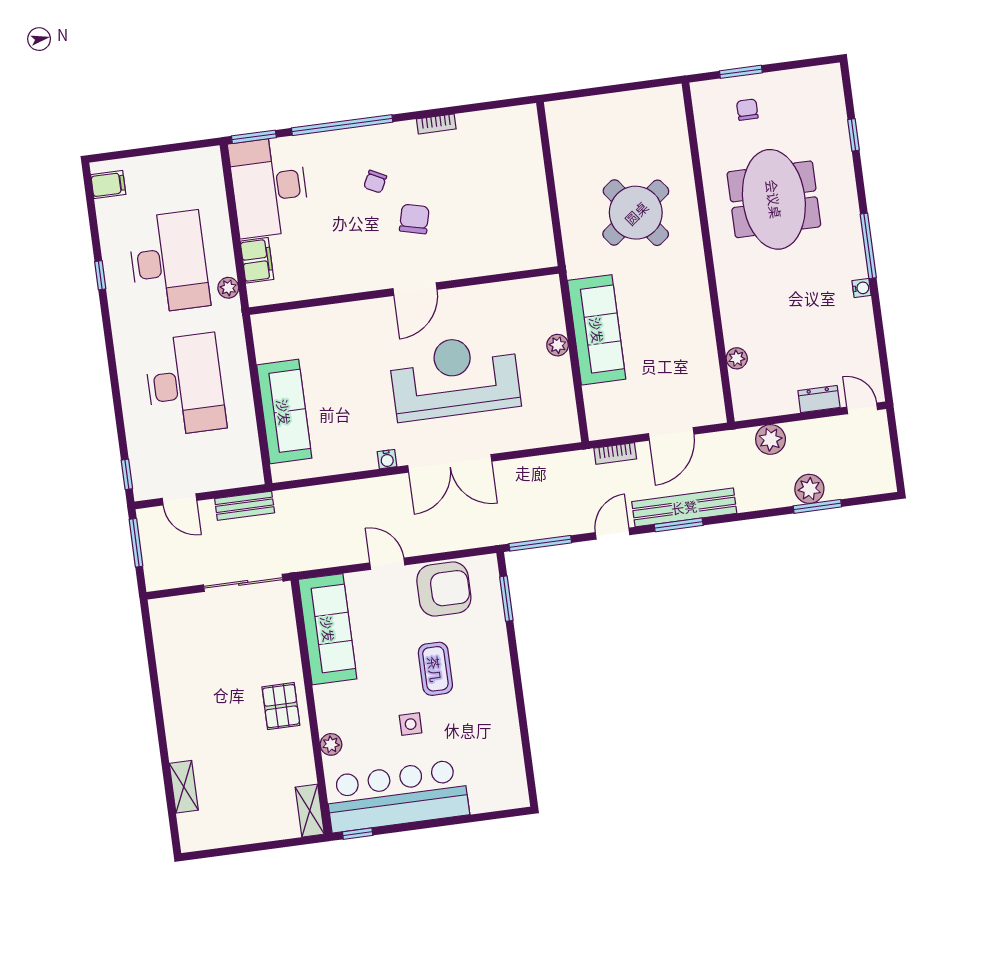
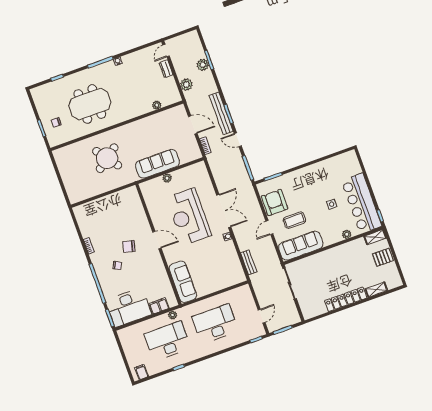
sofa: (284, 412) -> (183, 282), moved, turned 90
bench: (245, 506) -> (249, 262), moved
coffee table: (435, 669) -> (294, 220), moved
pallet: (281, 706) -> (383, 257), moved
locker: (177, 709) -> (346, 299), added

